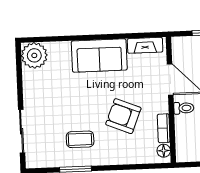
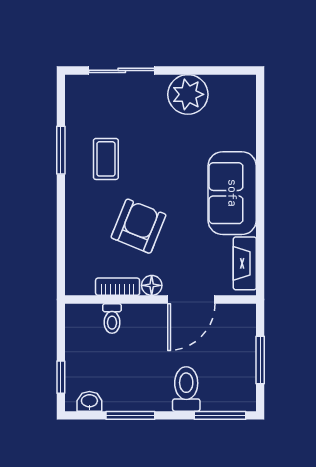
plant: (34, 55) -> (188, 94), moved
toilet: (184, 108) -> (112, 318), moved
floor lamp: (164, 151) -> (152, 285), moved

